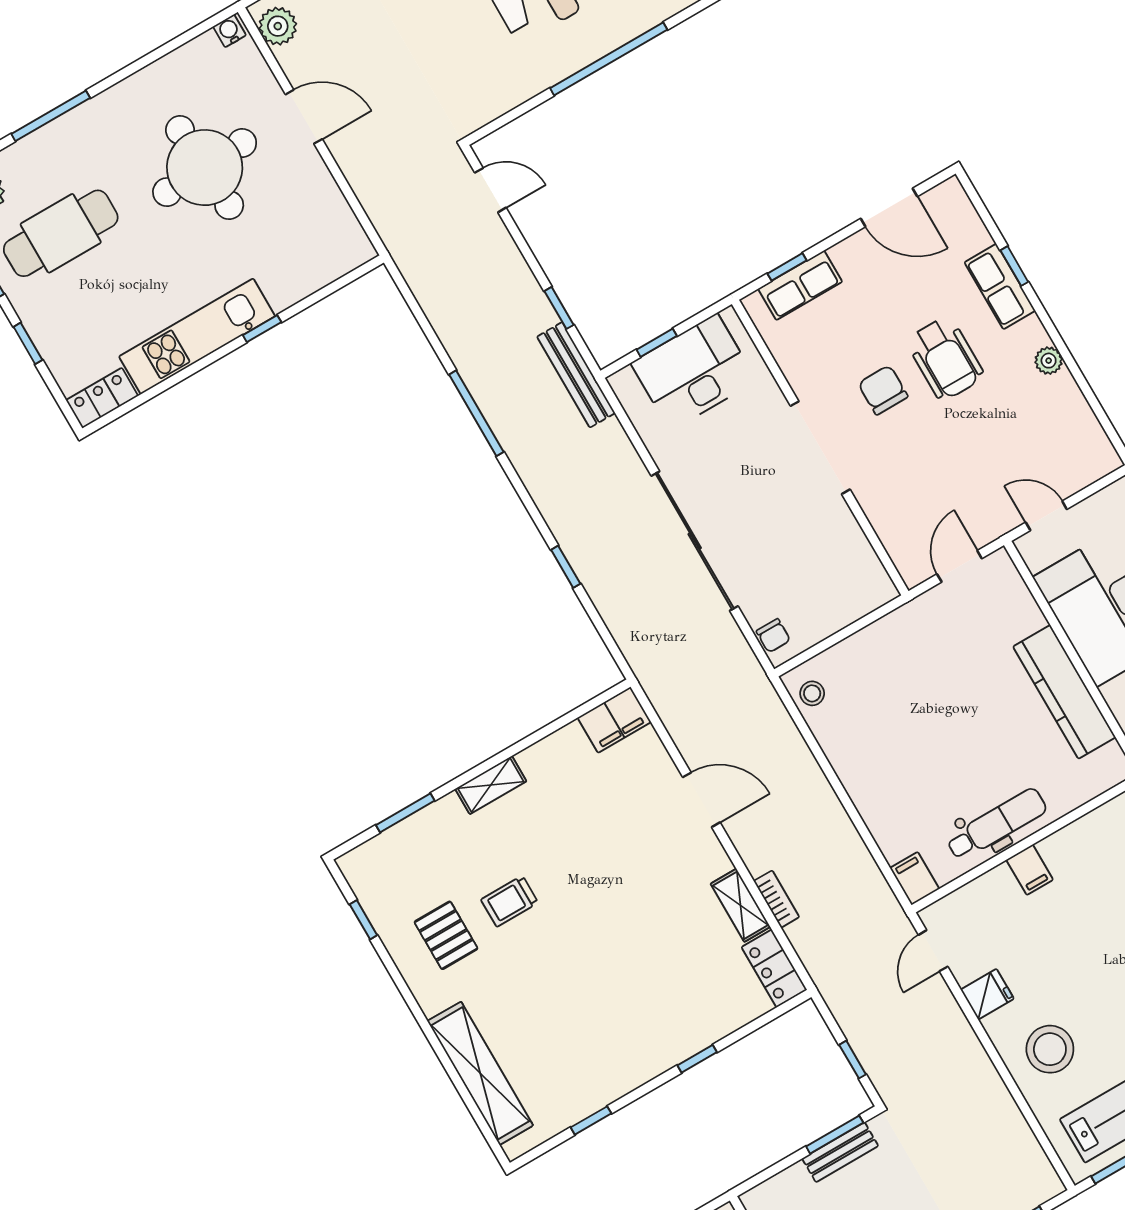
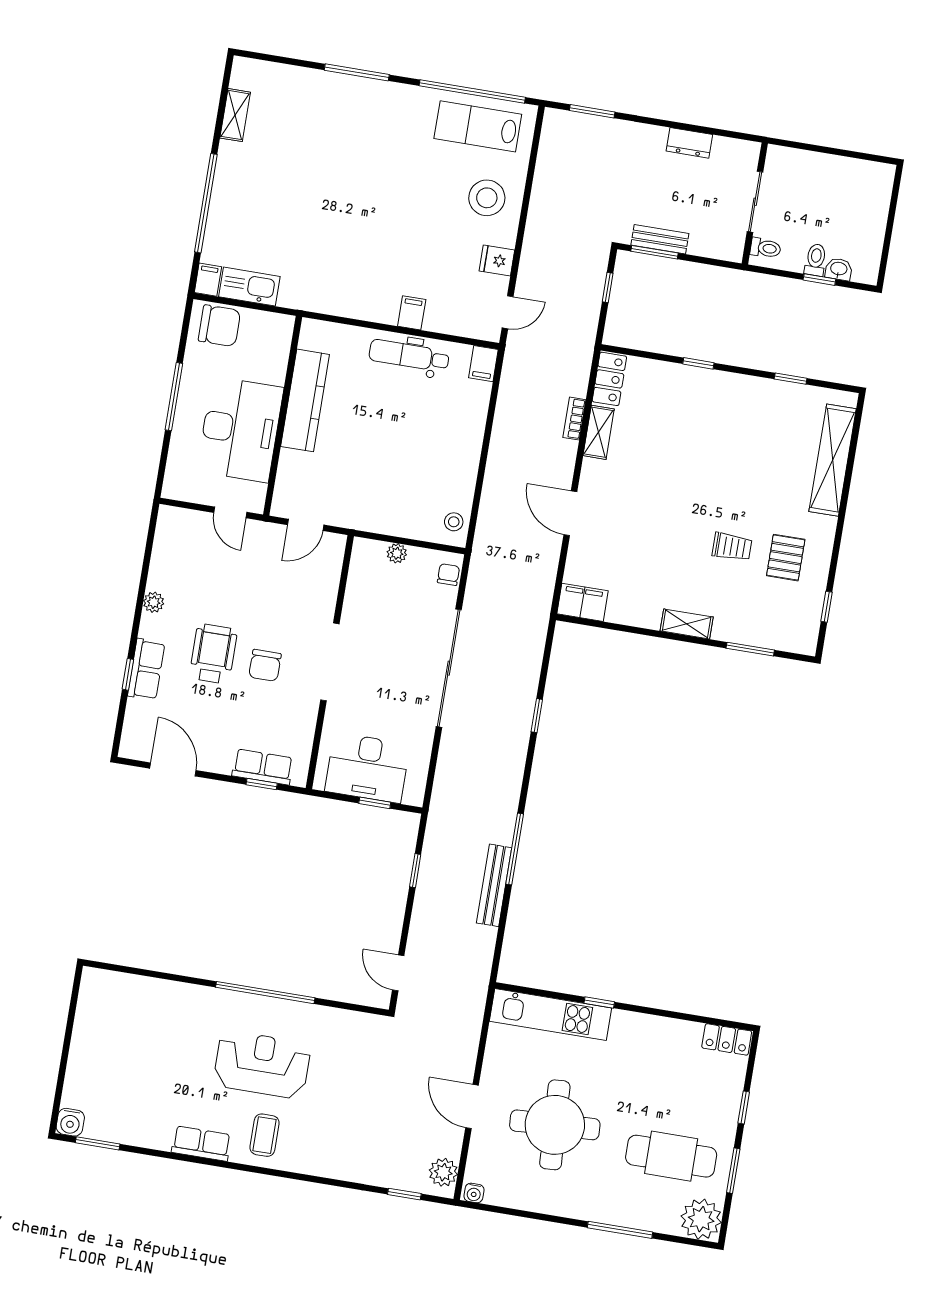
kitchen unit: (197, 336) -> (551, 1015), moved
bench: (576, 375) -> (494, 885), moved
plant: (843, 614) -> (397, 553), added

